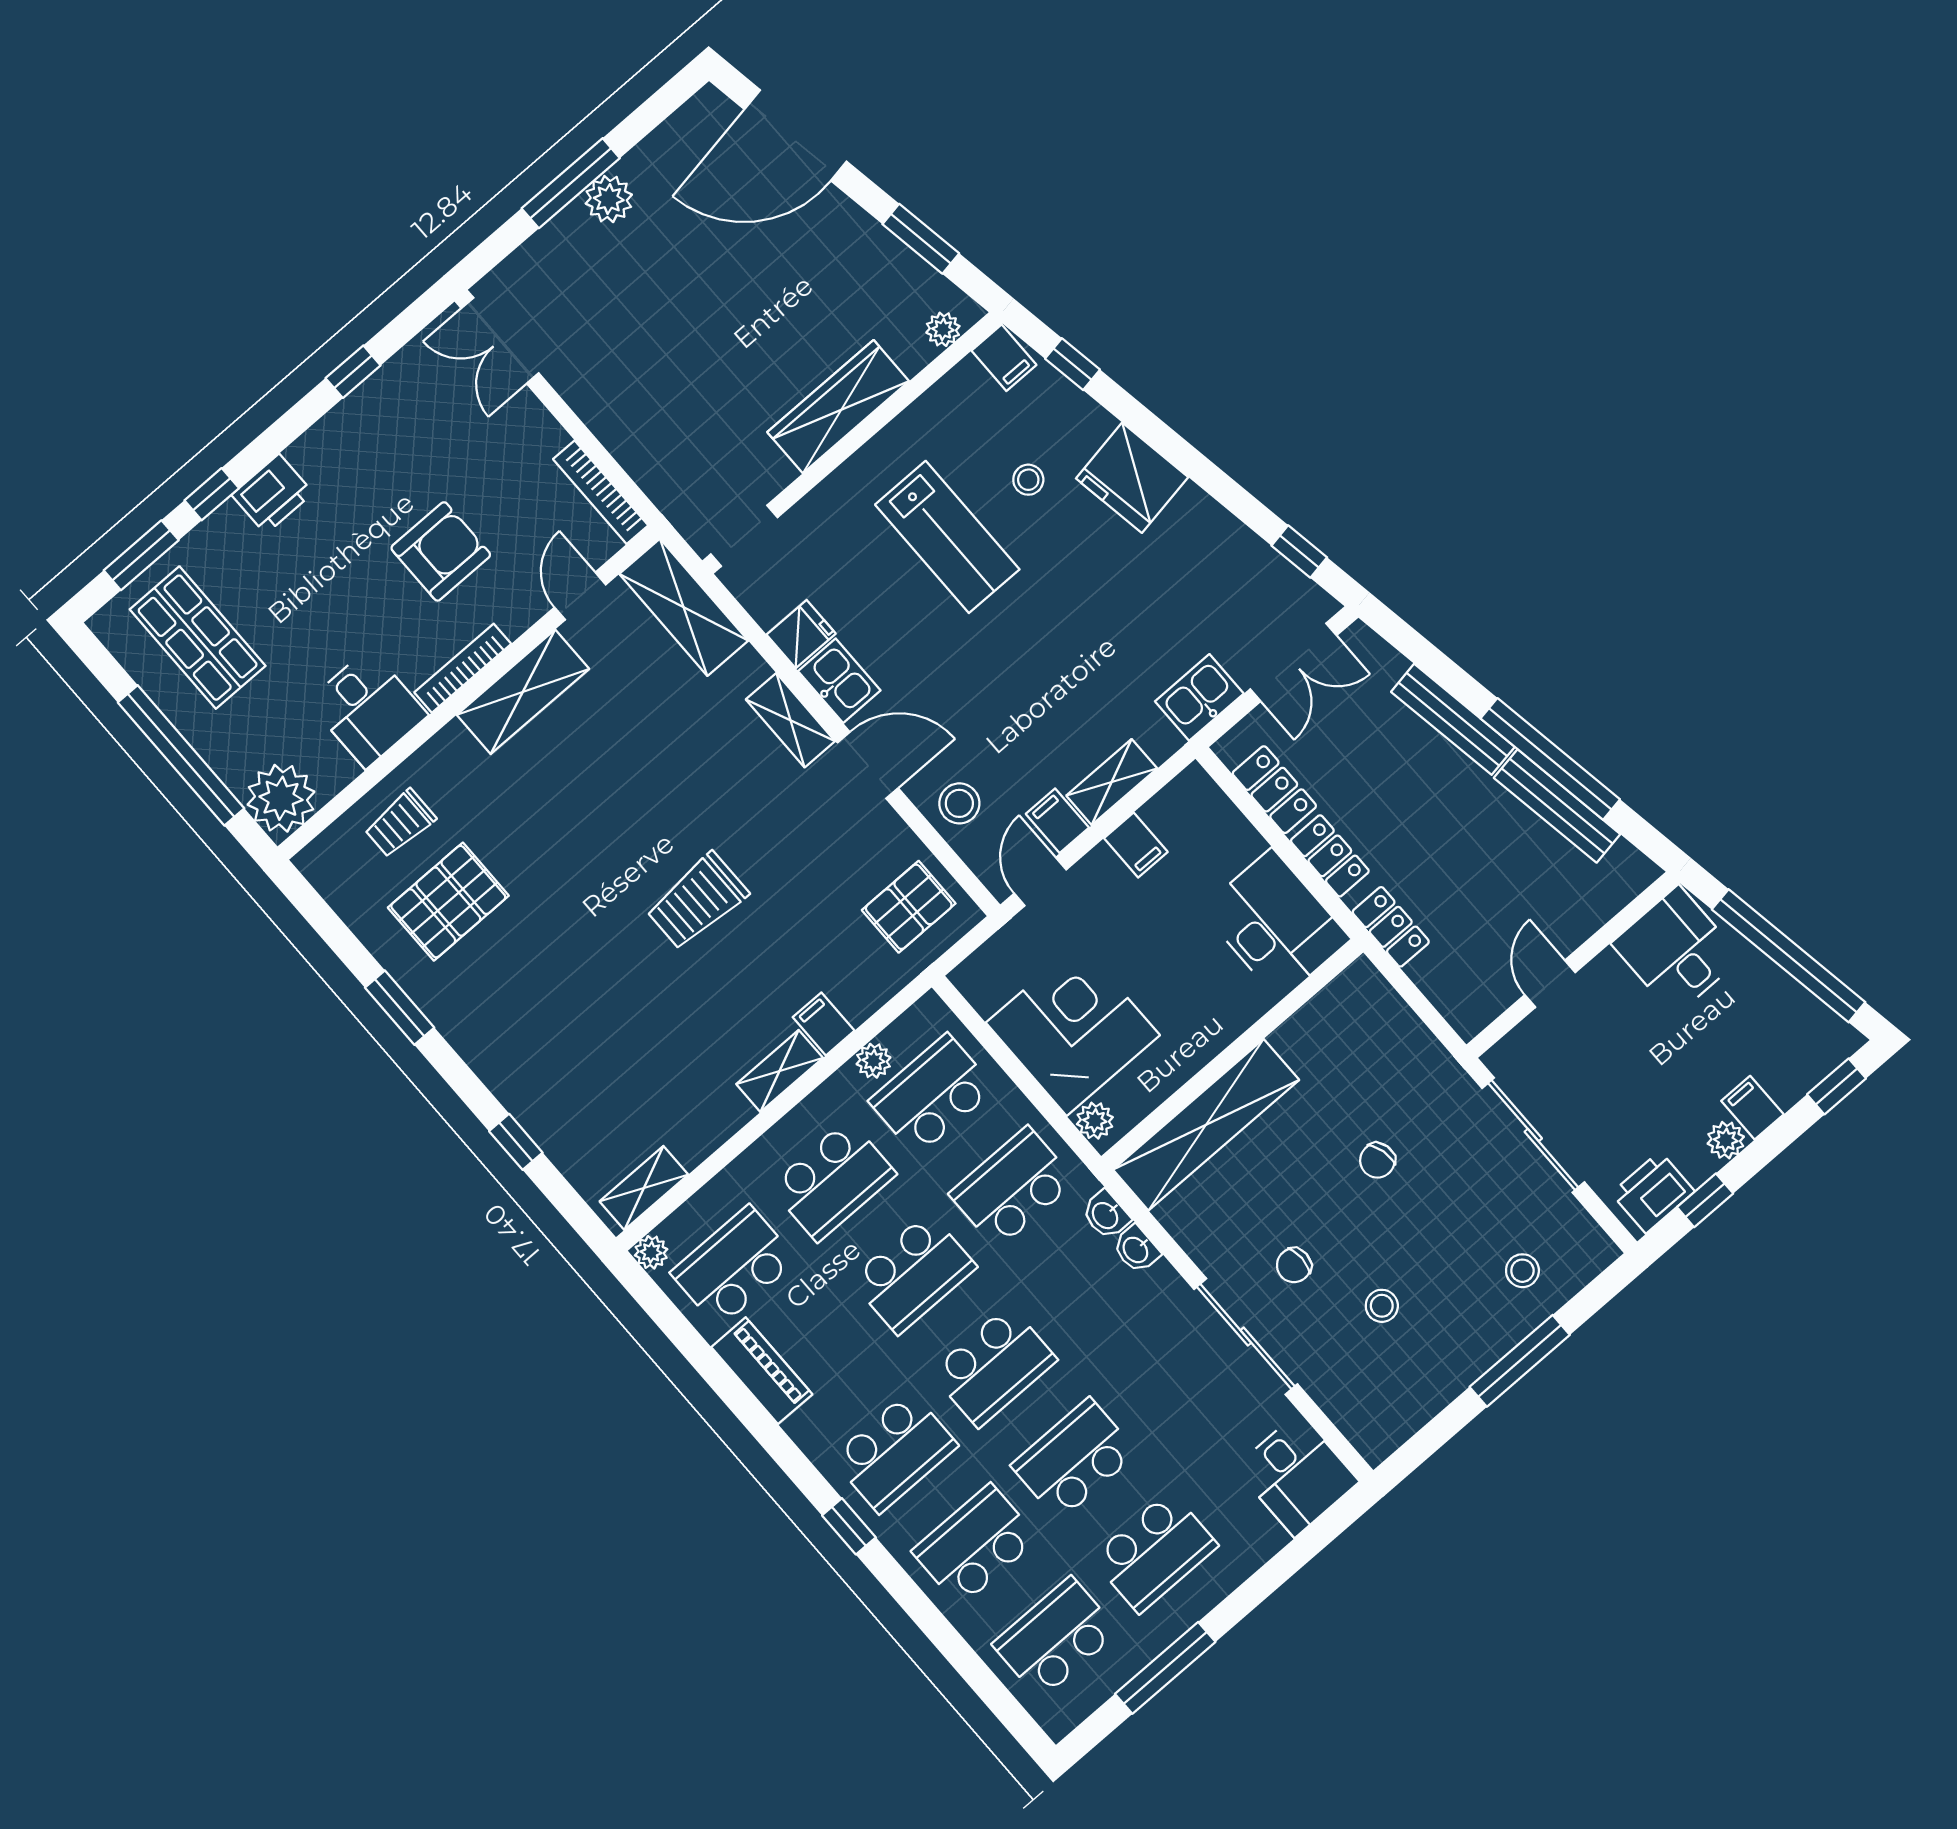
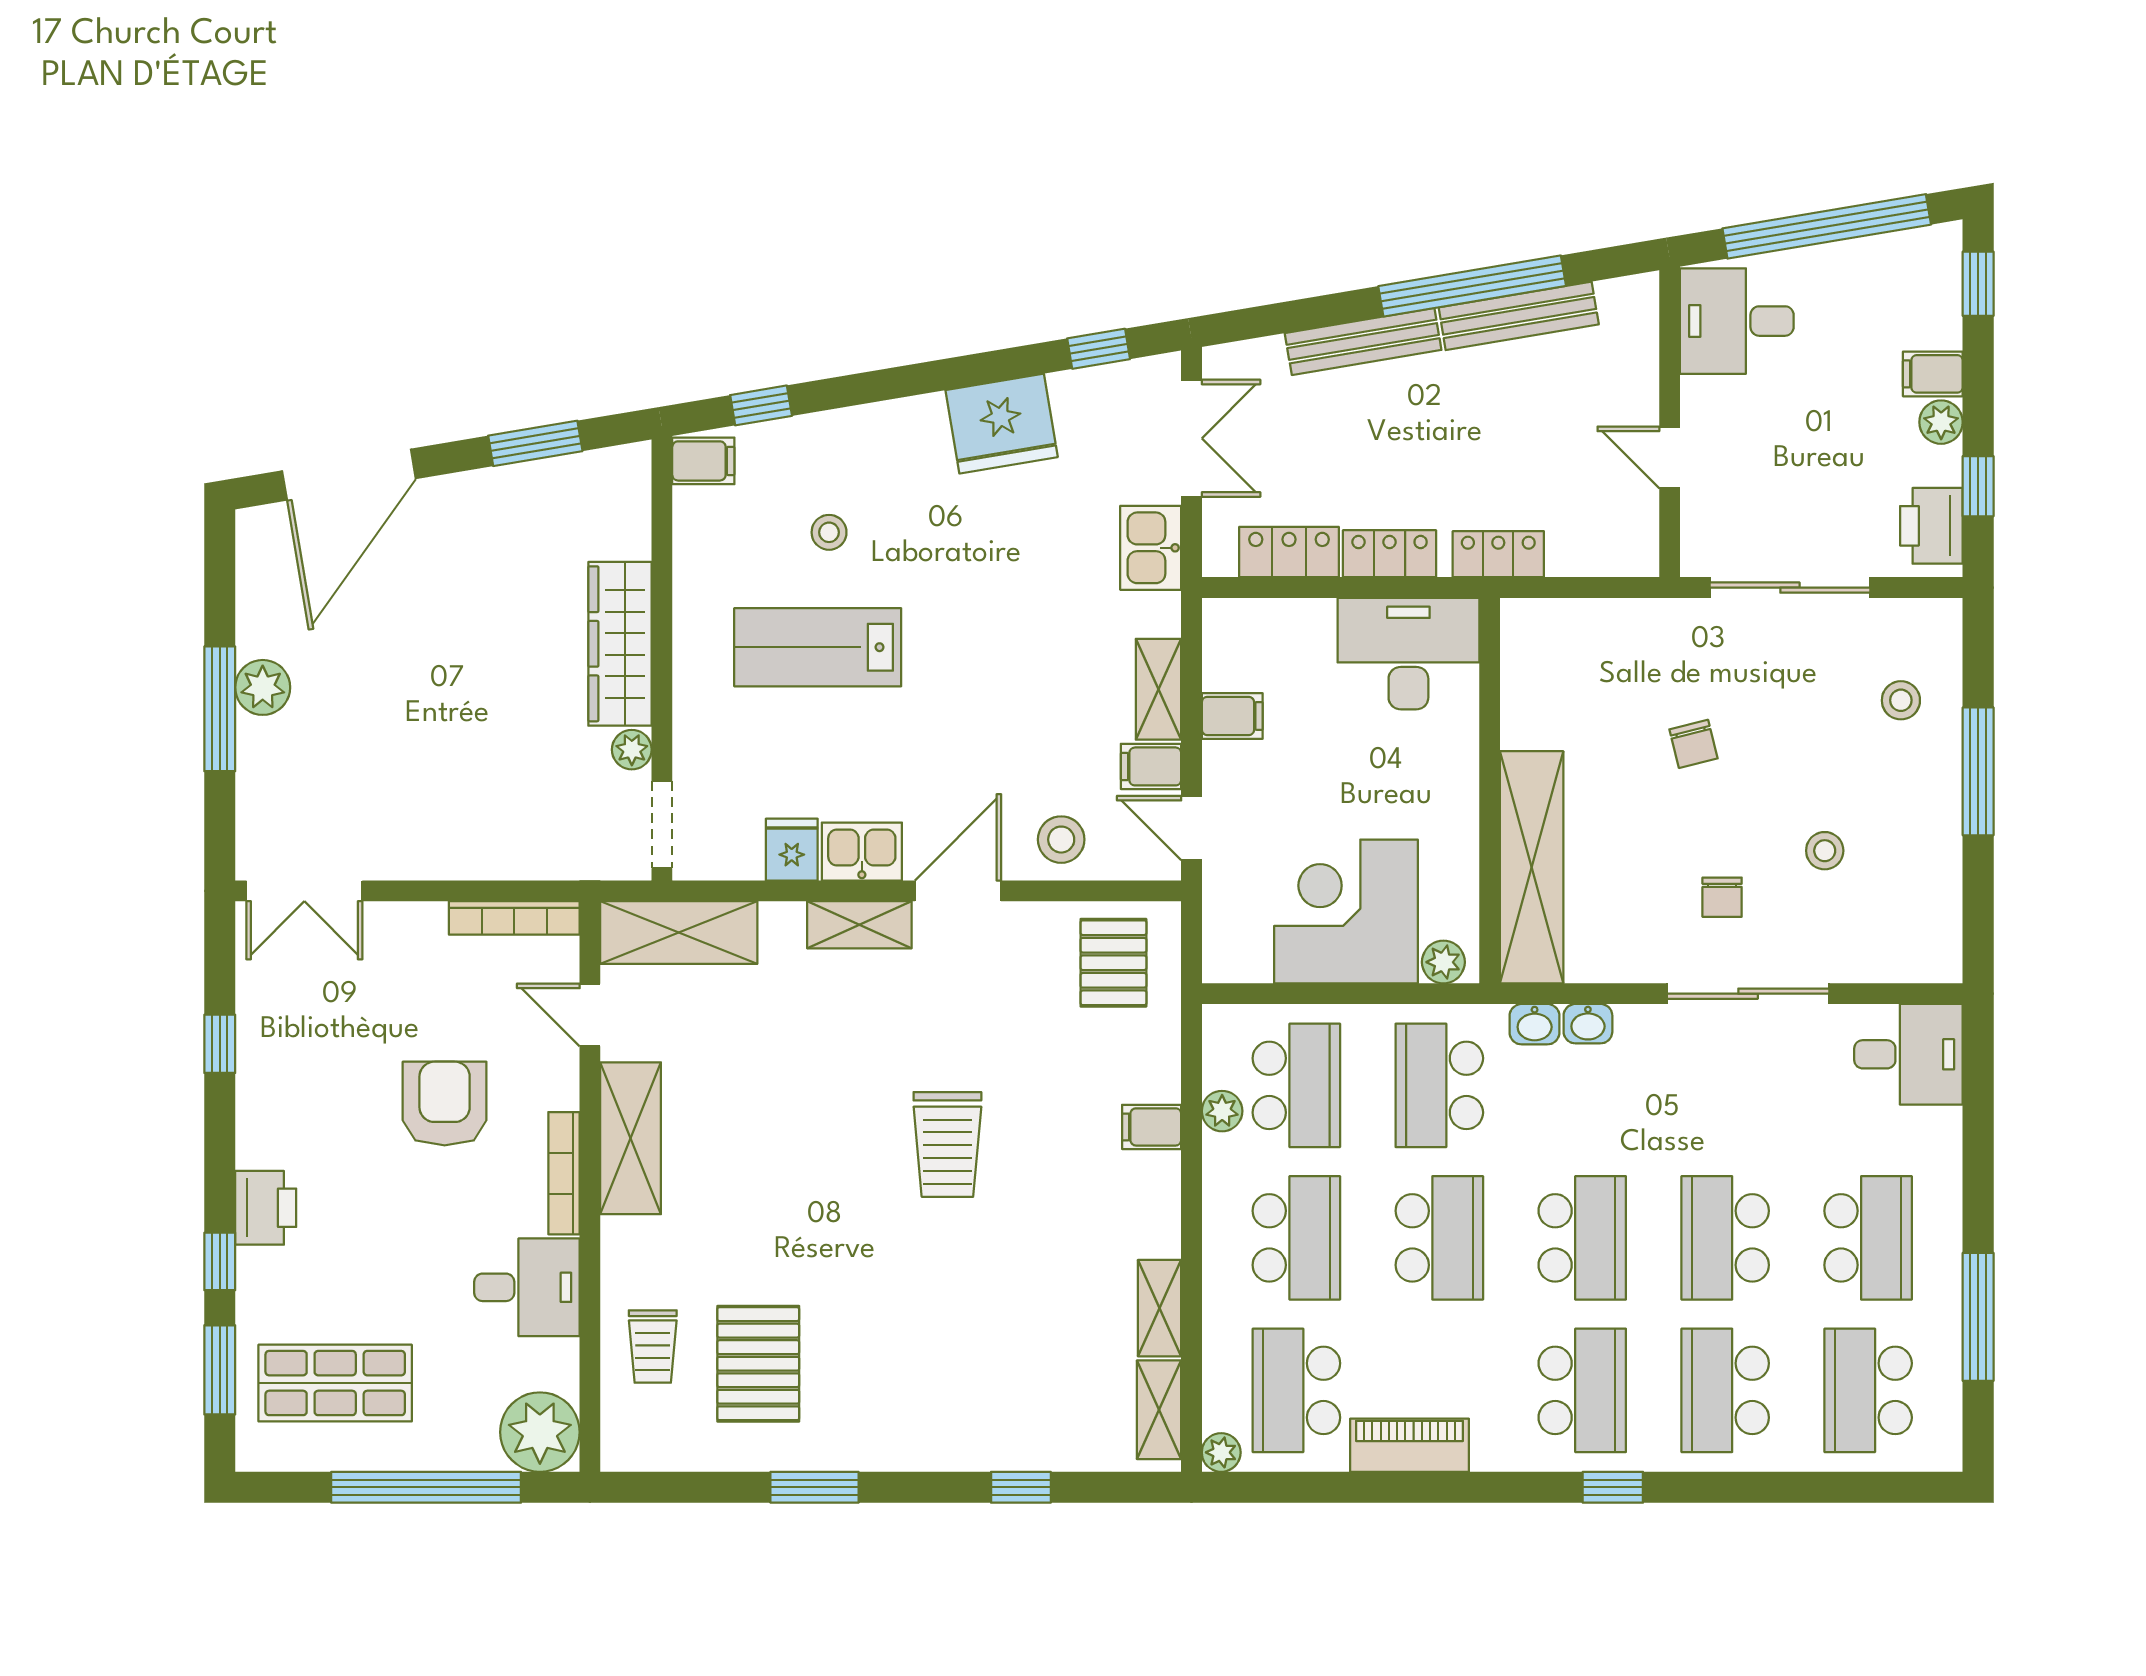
plant: (943, 329) -> (632, 750), moved
fridge: (1132, 478) -> (1002, 424), moved
lab bench: (947, 537) -> (818, 647), turned 180
shelving: (780, 1071) -> (1160, 1308), moved
school desk: (932, 1095) -> (1296, 1085), turned 180

